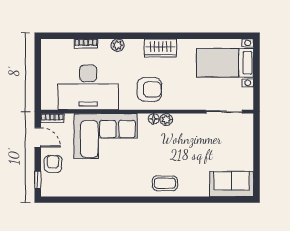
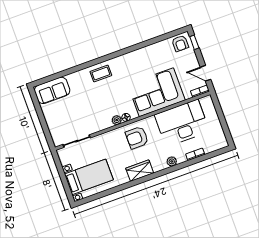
armchair: (53, 164) -> (180, 43), moved

